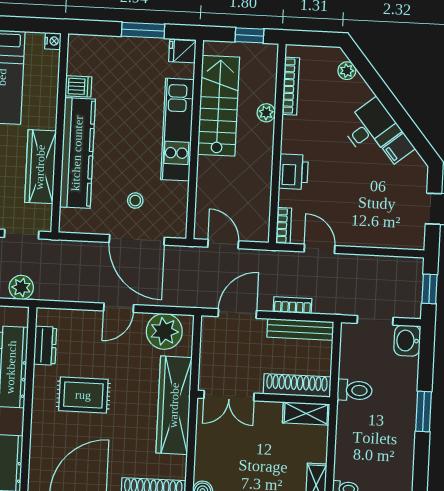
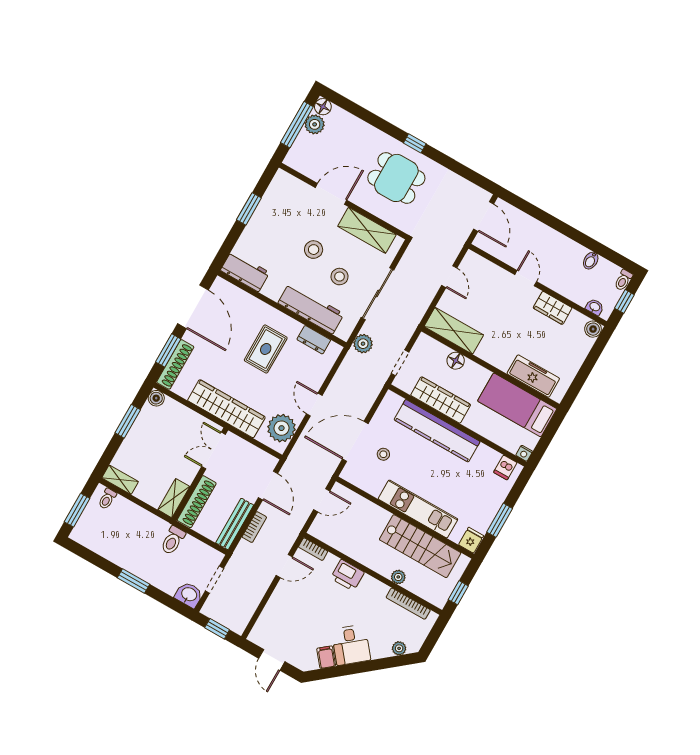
dishwasher: (78, 86) -> (505, 467), moved

